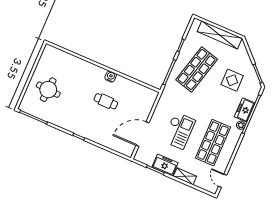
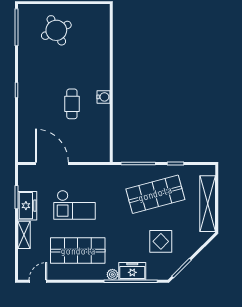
shop shelf: (197, 69) -> (155, 194), turned -30
round table: (48, 90) -> (56, 30), turned -30

